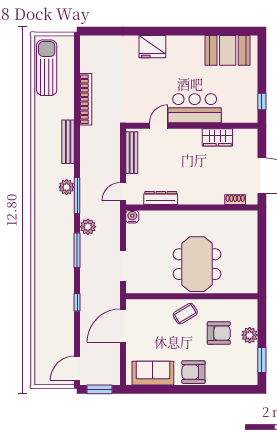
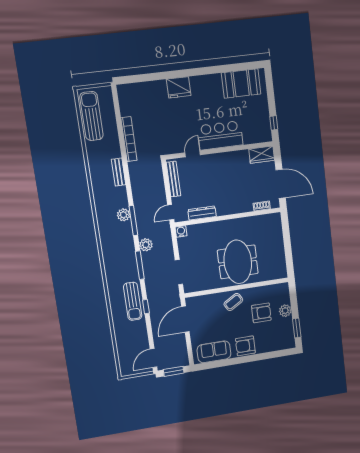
wardrobe: (217, 137) -> (262, 155), moved
bench: (68, 142) -> (119, 172), width x0.73
sun lounger: (62, 293) -> (133, 301), added

